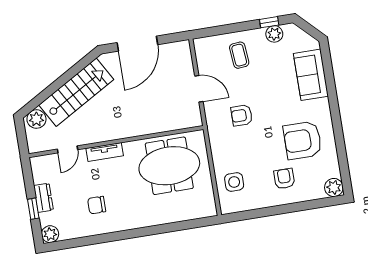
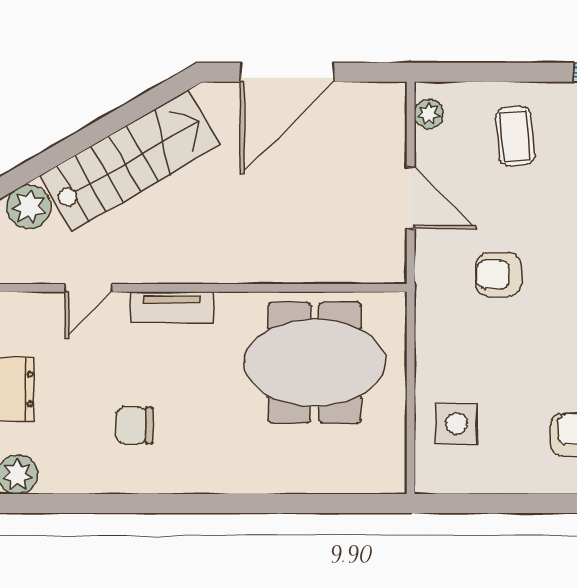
plant: (201, 52) -> (429, 114), added

